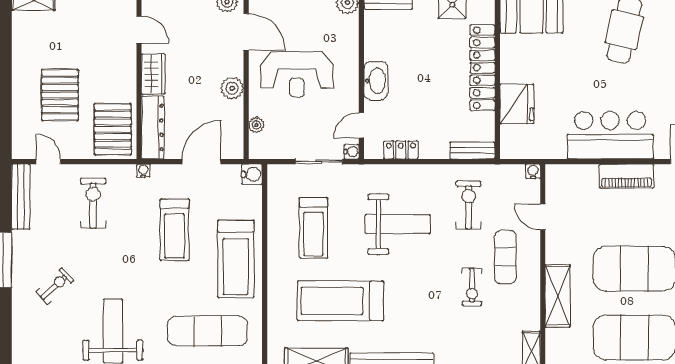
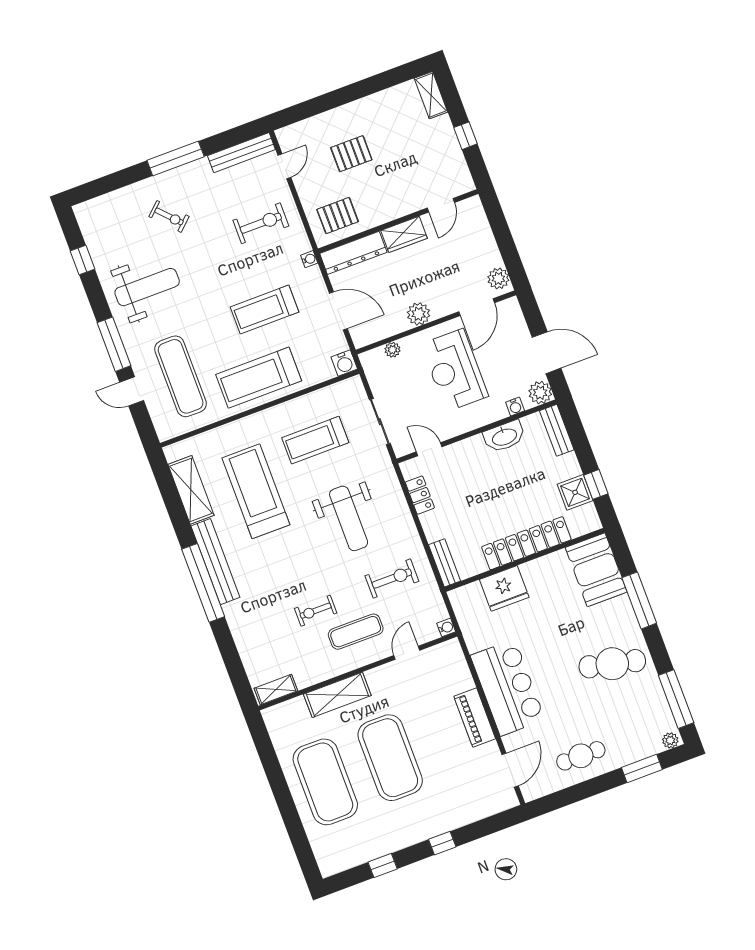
washbasin: (376, 81) -> (504, 436), moved
pallet: (60, 95) -> (351, 154), width x0.67, depth x0.71
pallet: (113, 129) -> (338, 216), width x0.67, depth x0.71
water cooler: (352, 152) -> (515, 407), moved

